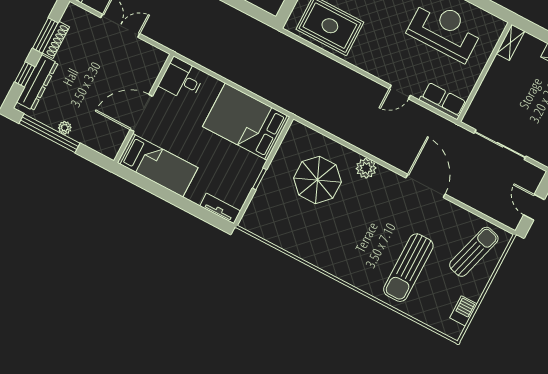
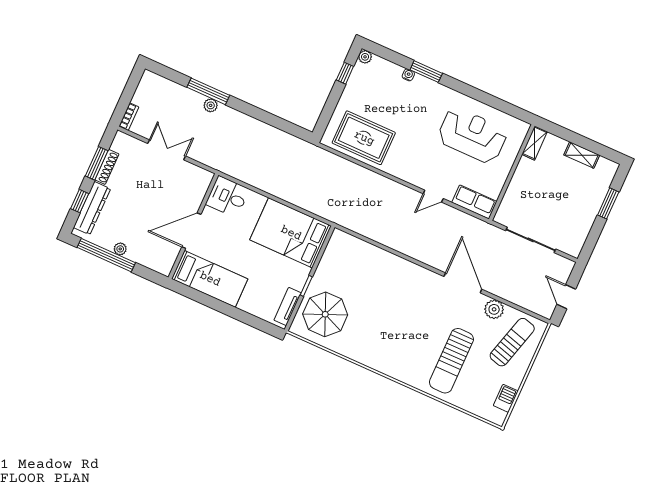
plant: (366, 168) -> (494, 309), moved
parasol: (317, 180) -> (325, 314), moved
tv unit: (220, 208) -> (288, 307), moved, turned -90

